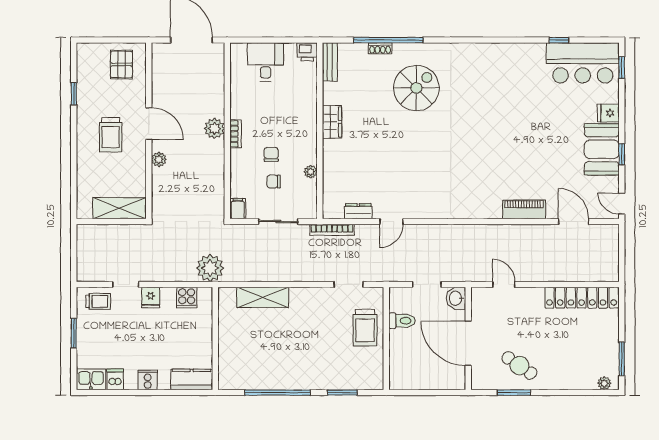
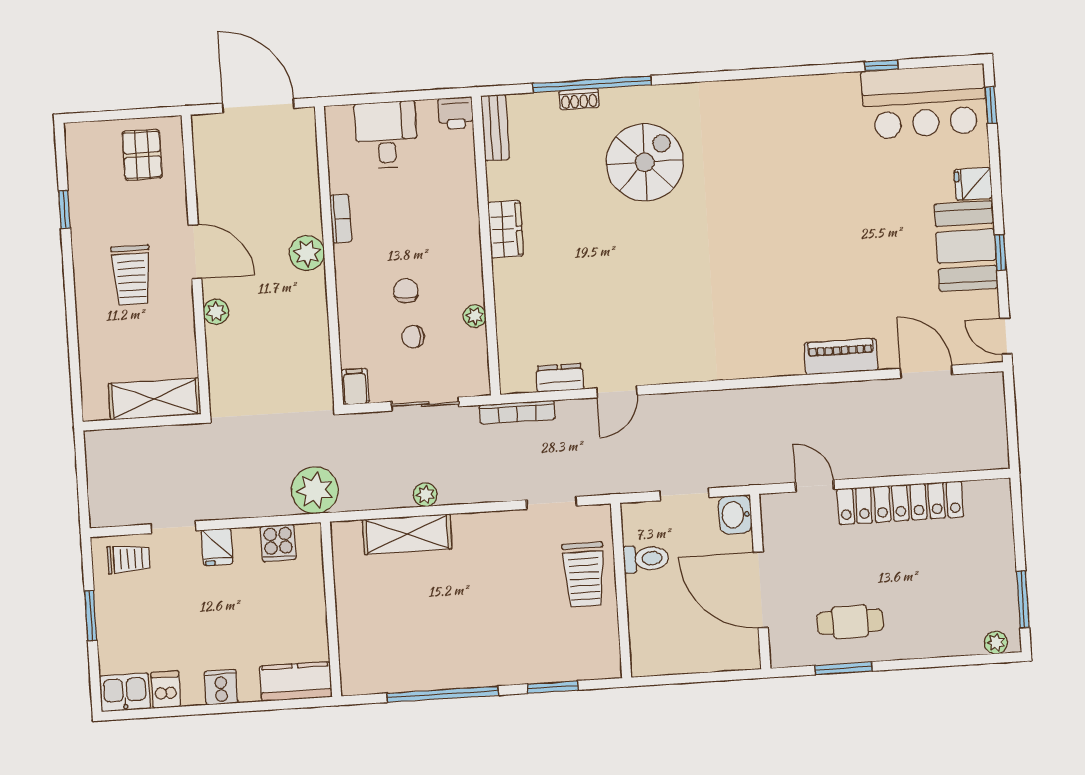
bookcase: (236, 134) -> (341, 219), moved
plant: (275, 275) -> (425, 495), added
locker: (582, 298) -> (900, 503), moved
cafe table: (519, 366) -> (850, 622), turned -34

